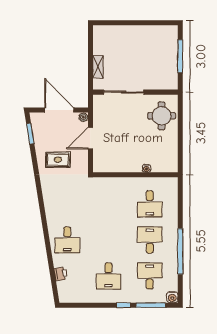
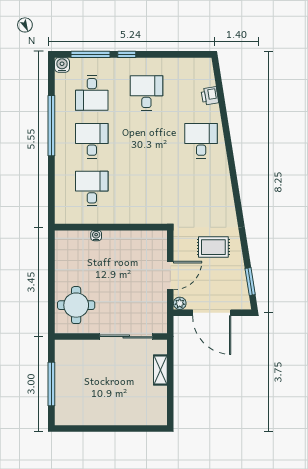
desk: (150, 240) -> (92, 141), turned 180

